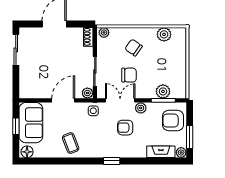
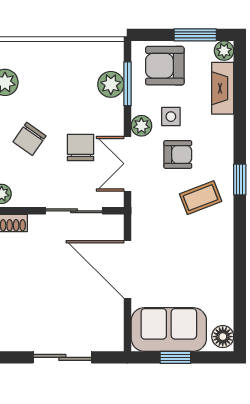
sliding door: (16, 50) -> (62, 357), moved
plant: (87, 93) -> (114, 224), removed
door: (63, 100) -> (127, 269), width x1.36
side table: (93, 111) -> (171, 117), moved
armchair: (173, 121) -> (165, 66), turned 90
armchair: (125, 128) -> (178, 155), turned -90
coffee table: (71, 143) -> (201, 198), moved

